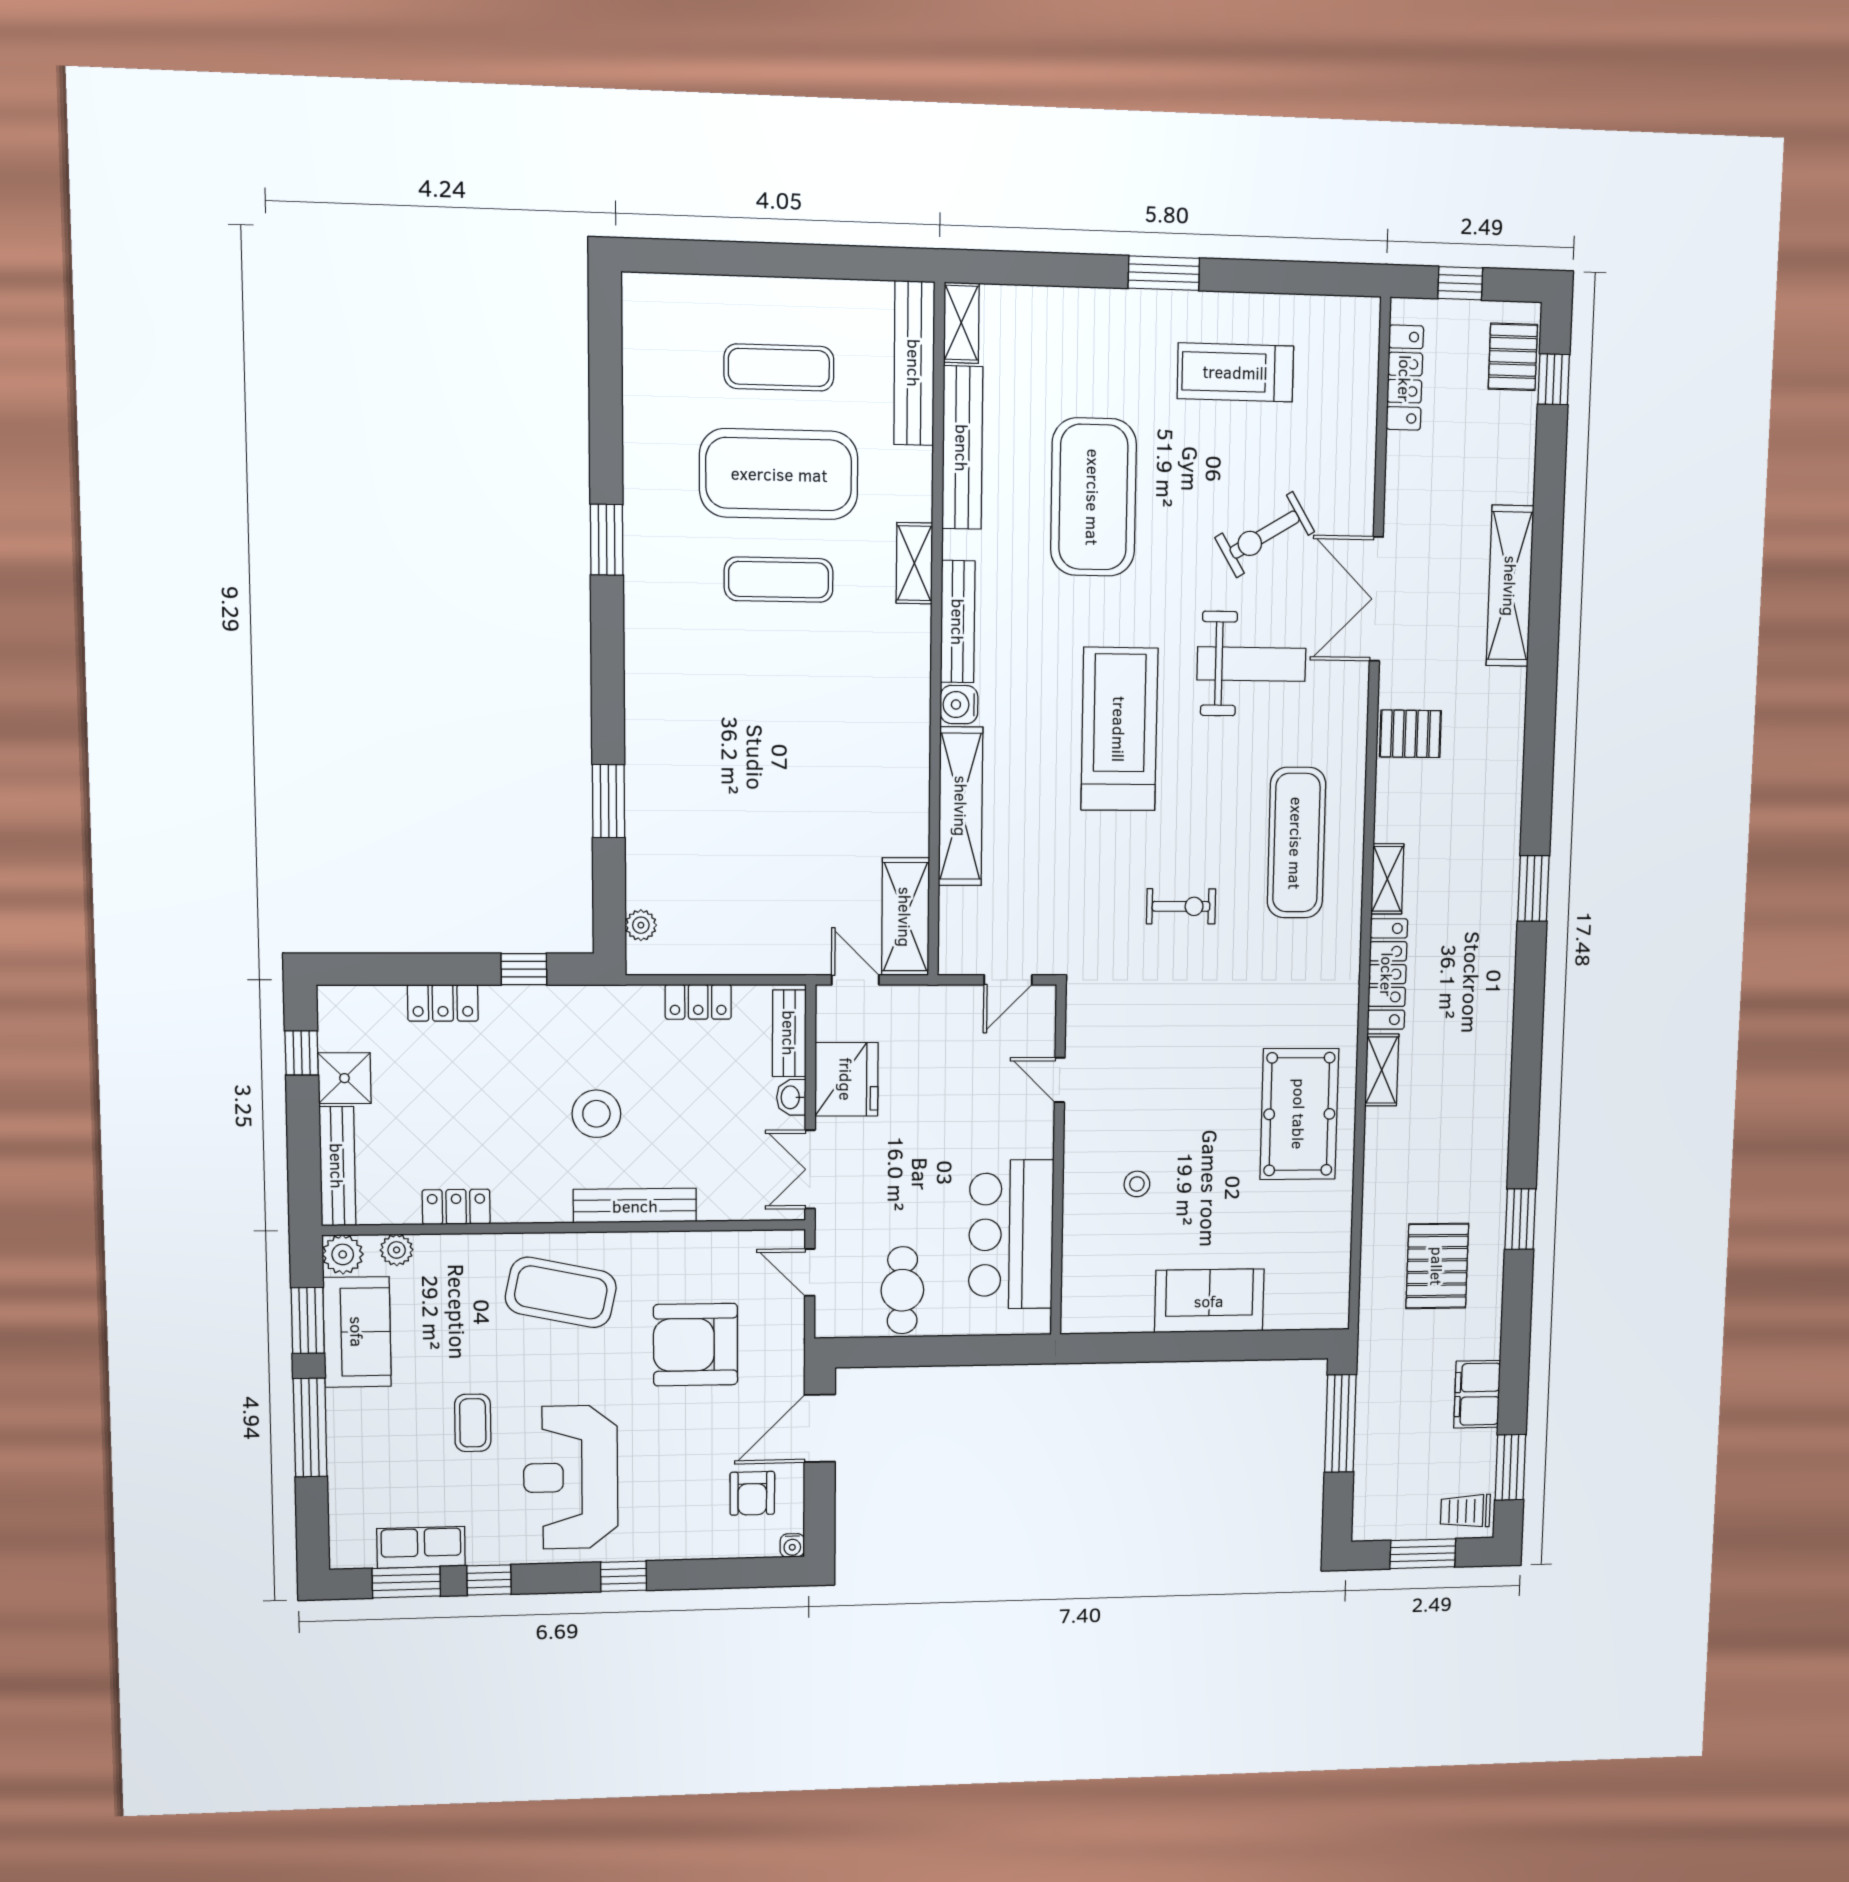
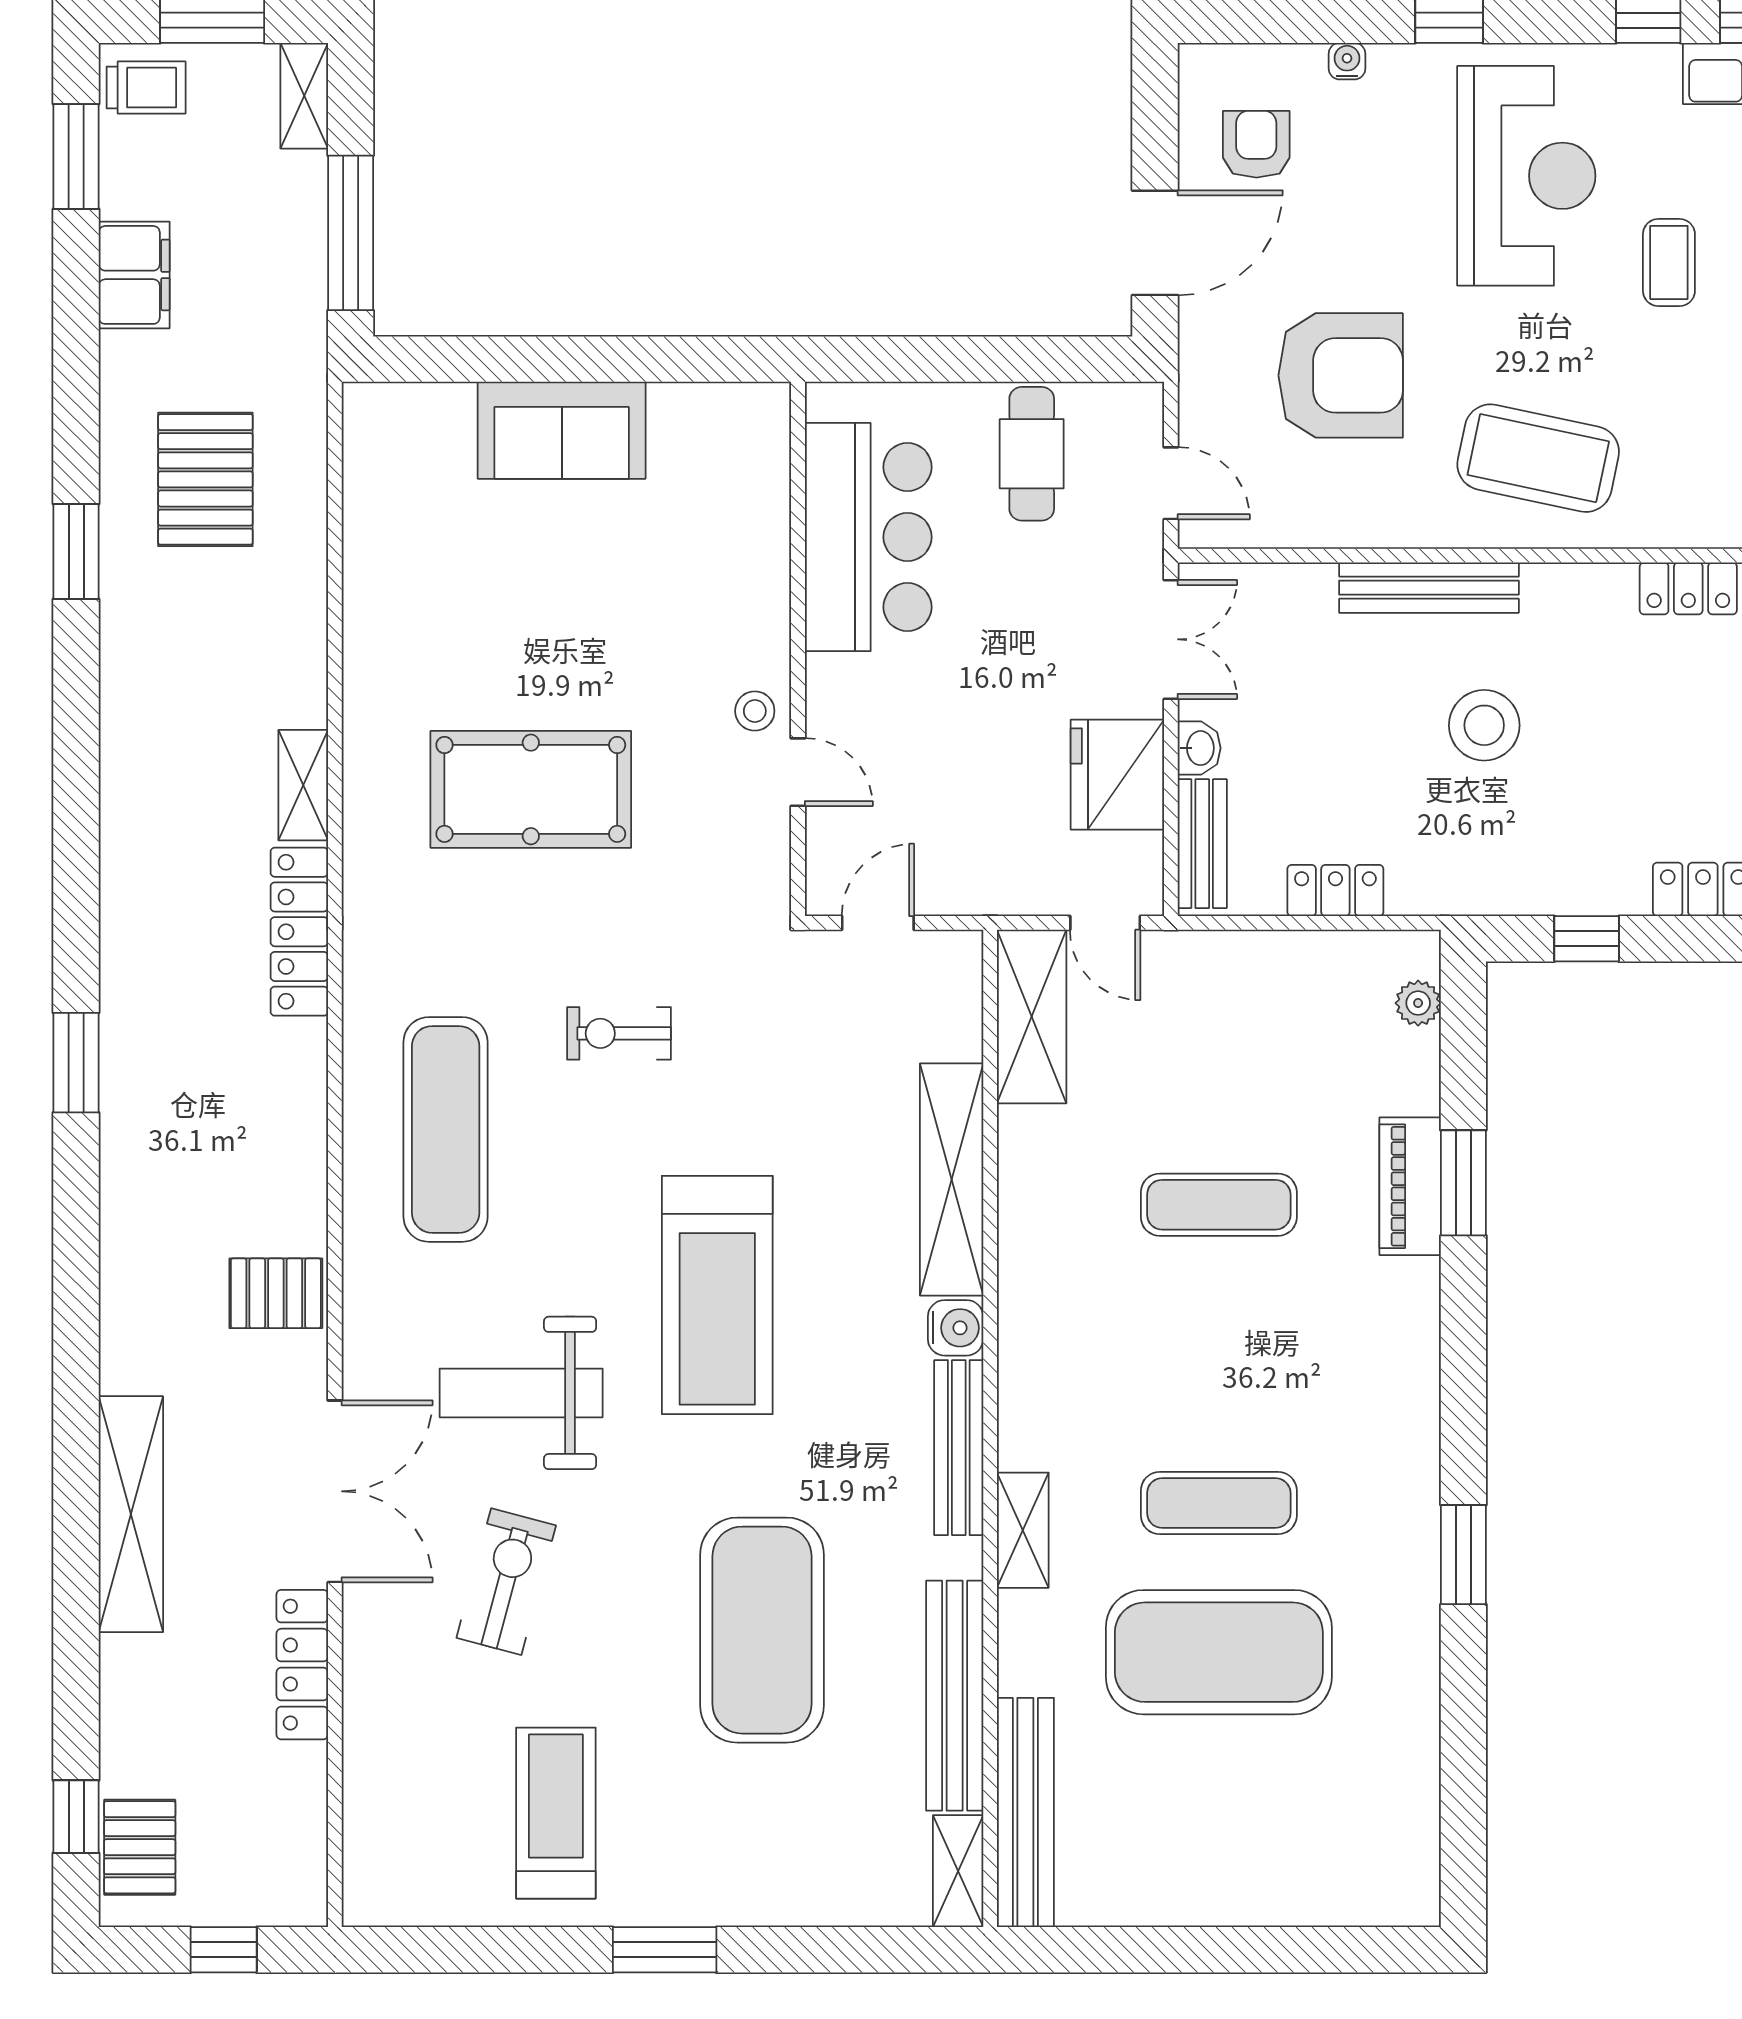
exercise mat: (779, 367) -> (1219, 1205), moved
treadmill: (1235, 372) -> (556, 1813), turned -90
locker: (1405, 378) -> (302, 1665), moved
exercise bike: (1265, 535) -> (506, 1582), turned -44
piano: (646, 799) -> (1410, 1186), added
shelving: (1387, 879) -> (304, 96), moved
pool table: (1299, 1114) -> (531, 789), moved, turned 90
stool: (1137, 1184) -> (755, 711), moved
water cooler: (792, 1545) -> (1347, 61), moved

